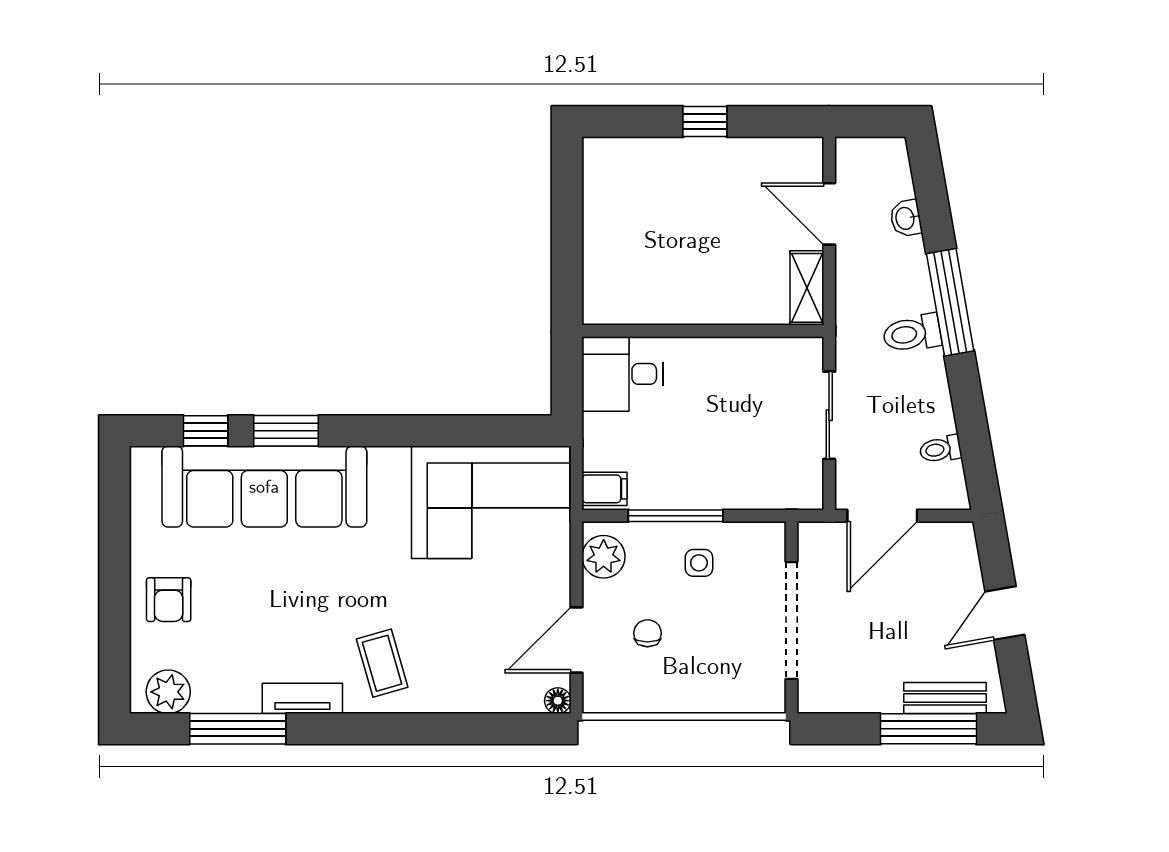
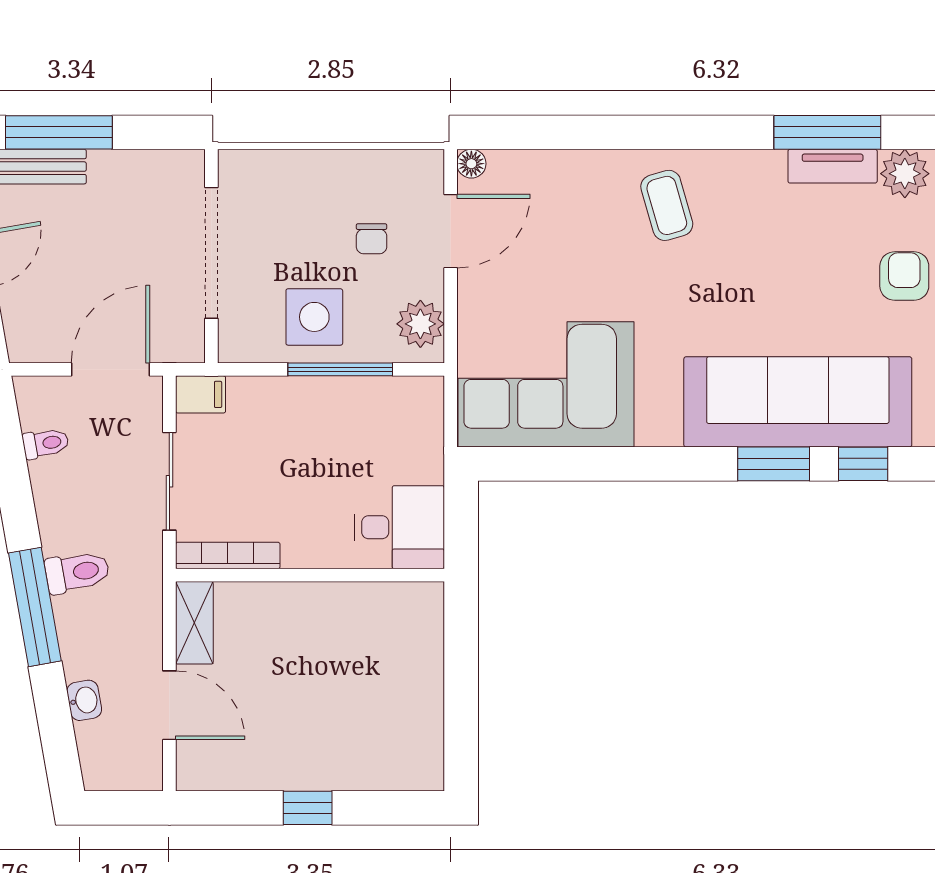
bookcase: (777, 349) -> (228, 555), added
filing cabinet: (605, 489) -> (201, 394), moved, turned 180
side table: (699, 563) -> (314, 317), width x1.87, depth x1.87
tv unit: (302, 698) -> (833, 166), moved

